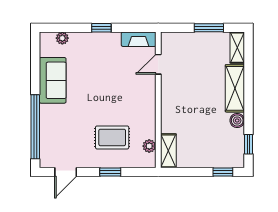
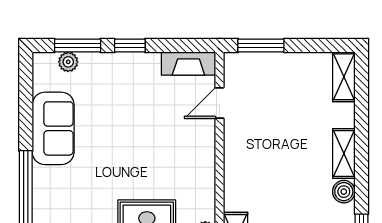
window: (68, 28) -> (78, 46), added
window: (209, 28) -> (261, 46), moved
shelving: (235, 88) -> (344, 153), width x0.67, depth x0.75

